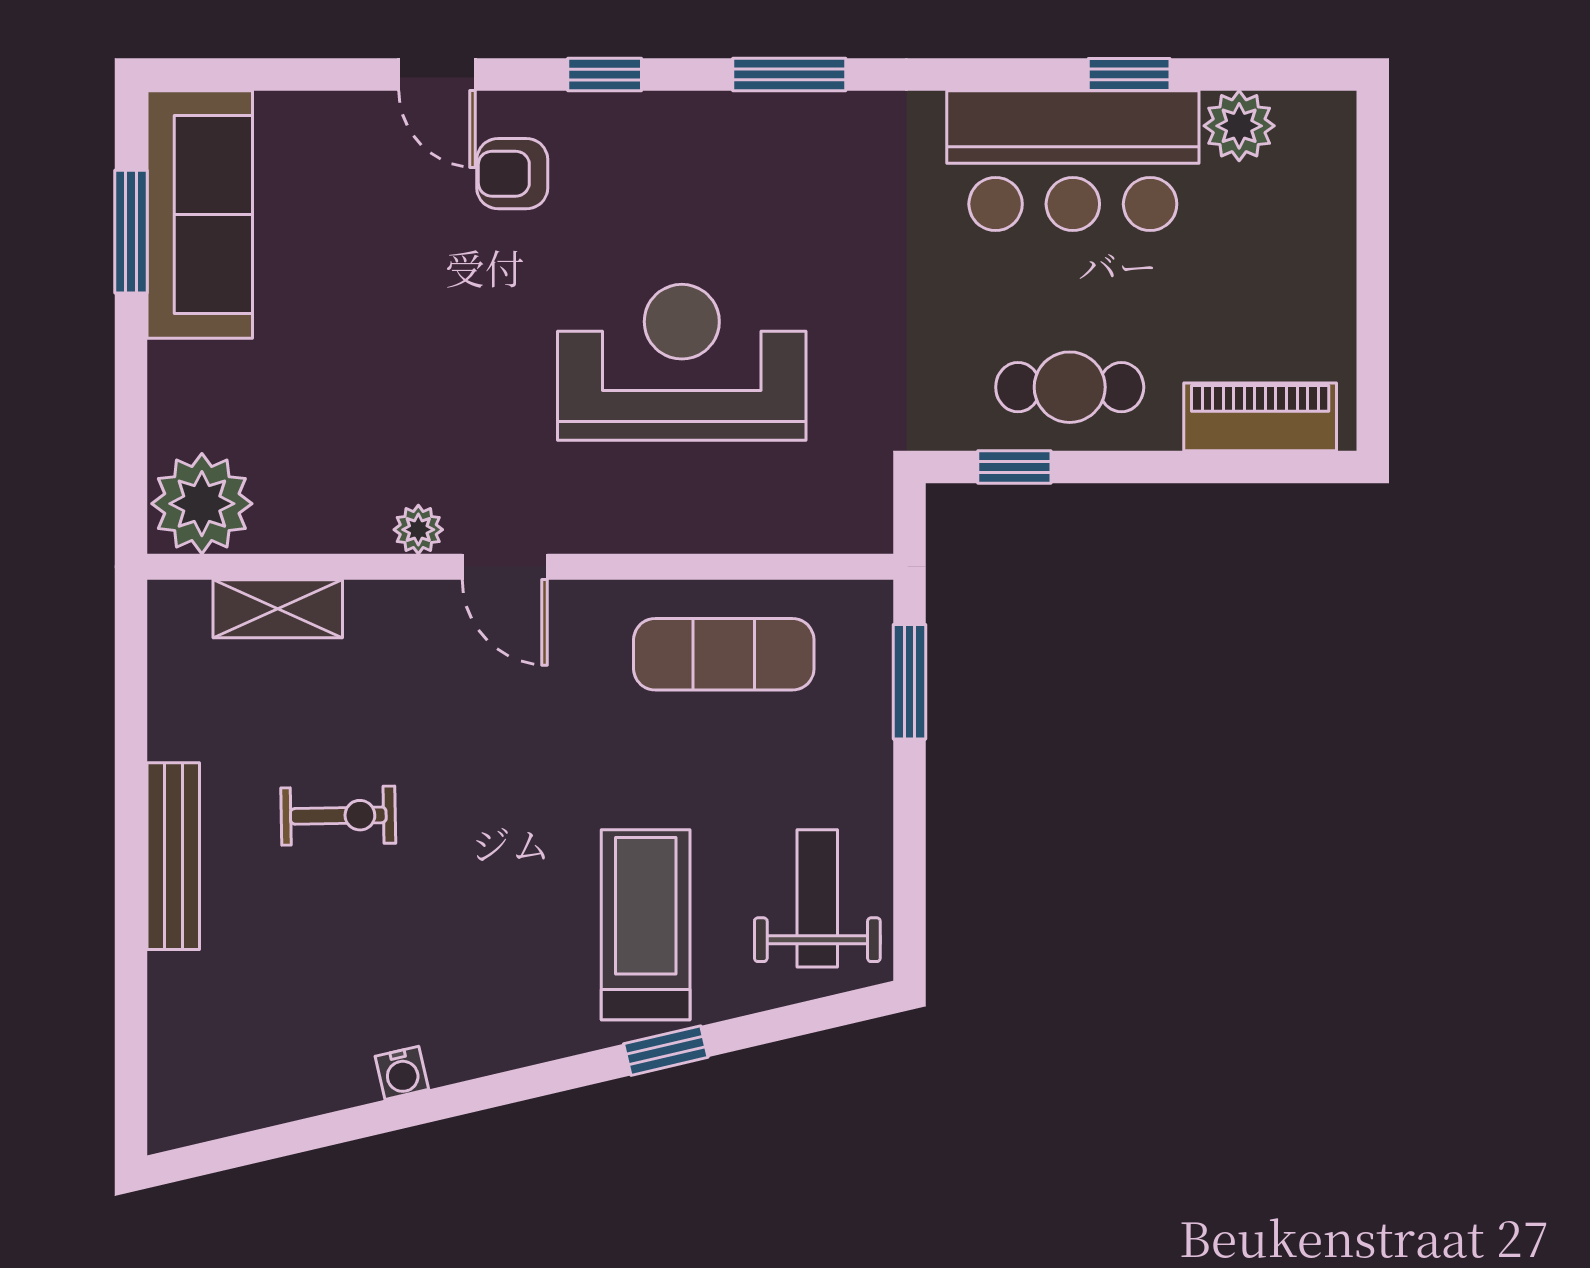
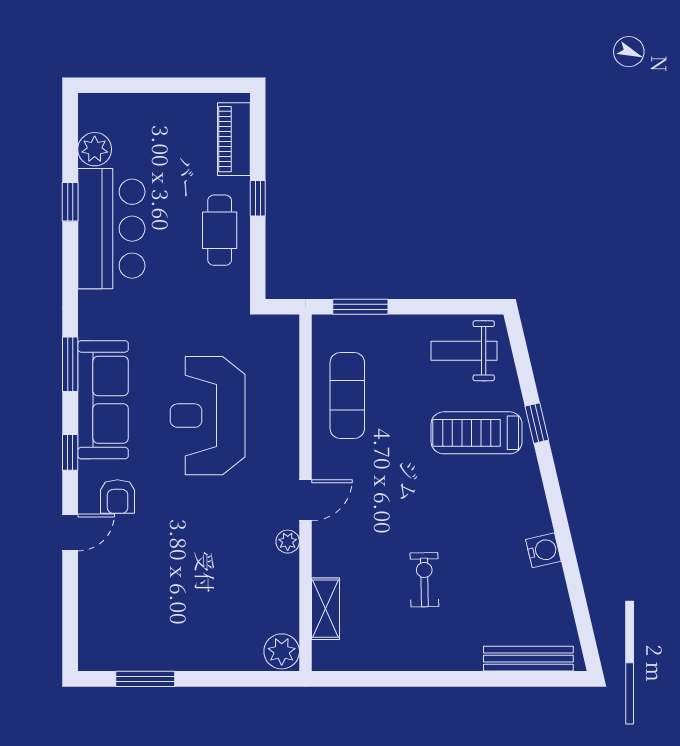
sofa: (200, 215) -> (103, 400), moved, turned 90
window: (1014, 467) -> (258, 198), moved
plant: (202, 504) -> (282, 651), width x0.73, depth x0.73
bench: (173, 856) -> (528, 659), moved
water cooler: (402, 1073) -> (543, 550), width x1.38, depth x1.38

